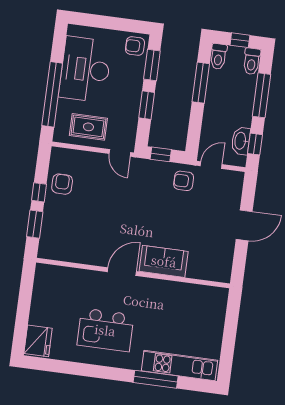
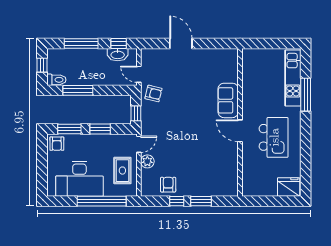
toilet: (252, 61) -> (57, 54), removed
plant: (96, 161) -> (147, 161), added
armchair: (184, 181) -> (153, 93), turned -76
armchair: (62, 184) -> (168, 185), turned 90
sofa: (164, 261) -> (228, 100), moved
door: (122, 272) -> (240, 131), moved
wall: (133, 273) -> (240, 122), moved

